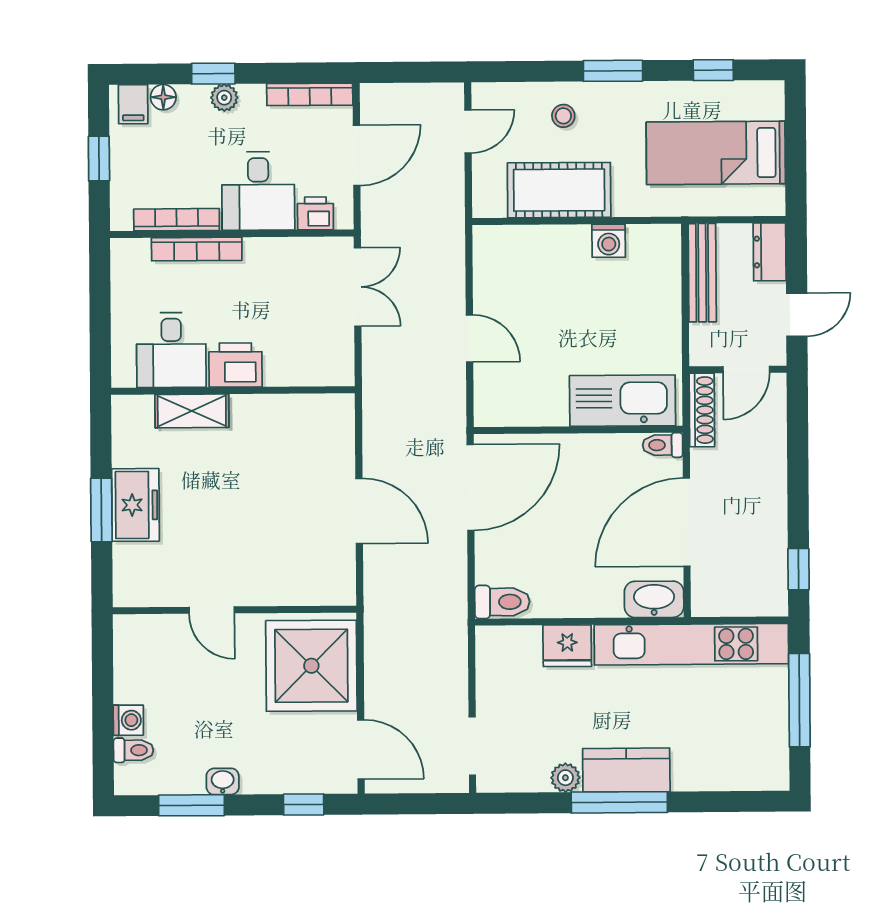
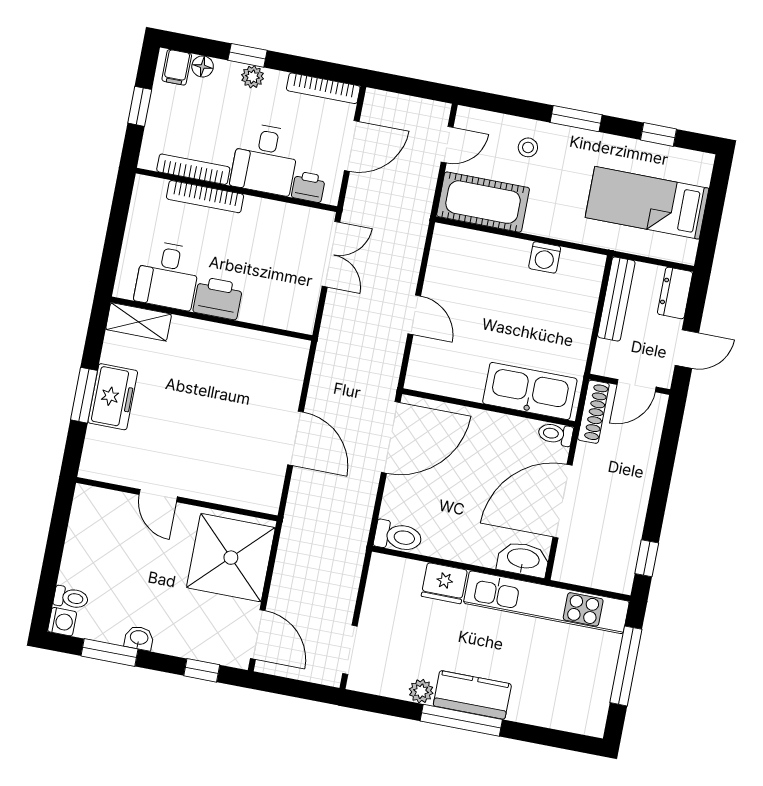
cot: (559, 190) -> (483, 202), moved
shelving: (192, 411) -> (139, 322), moved
washing machine: (128, 720) -> (62, 622), moved

